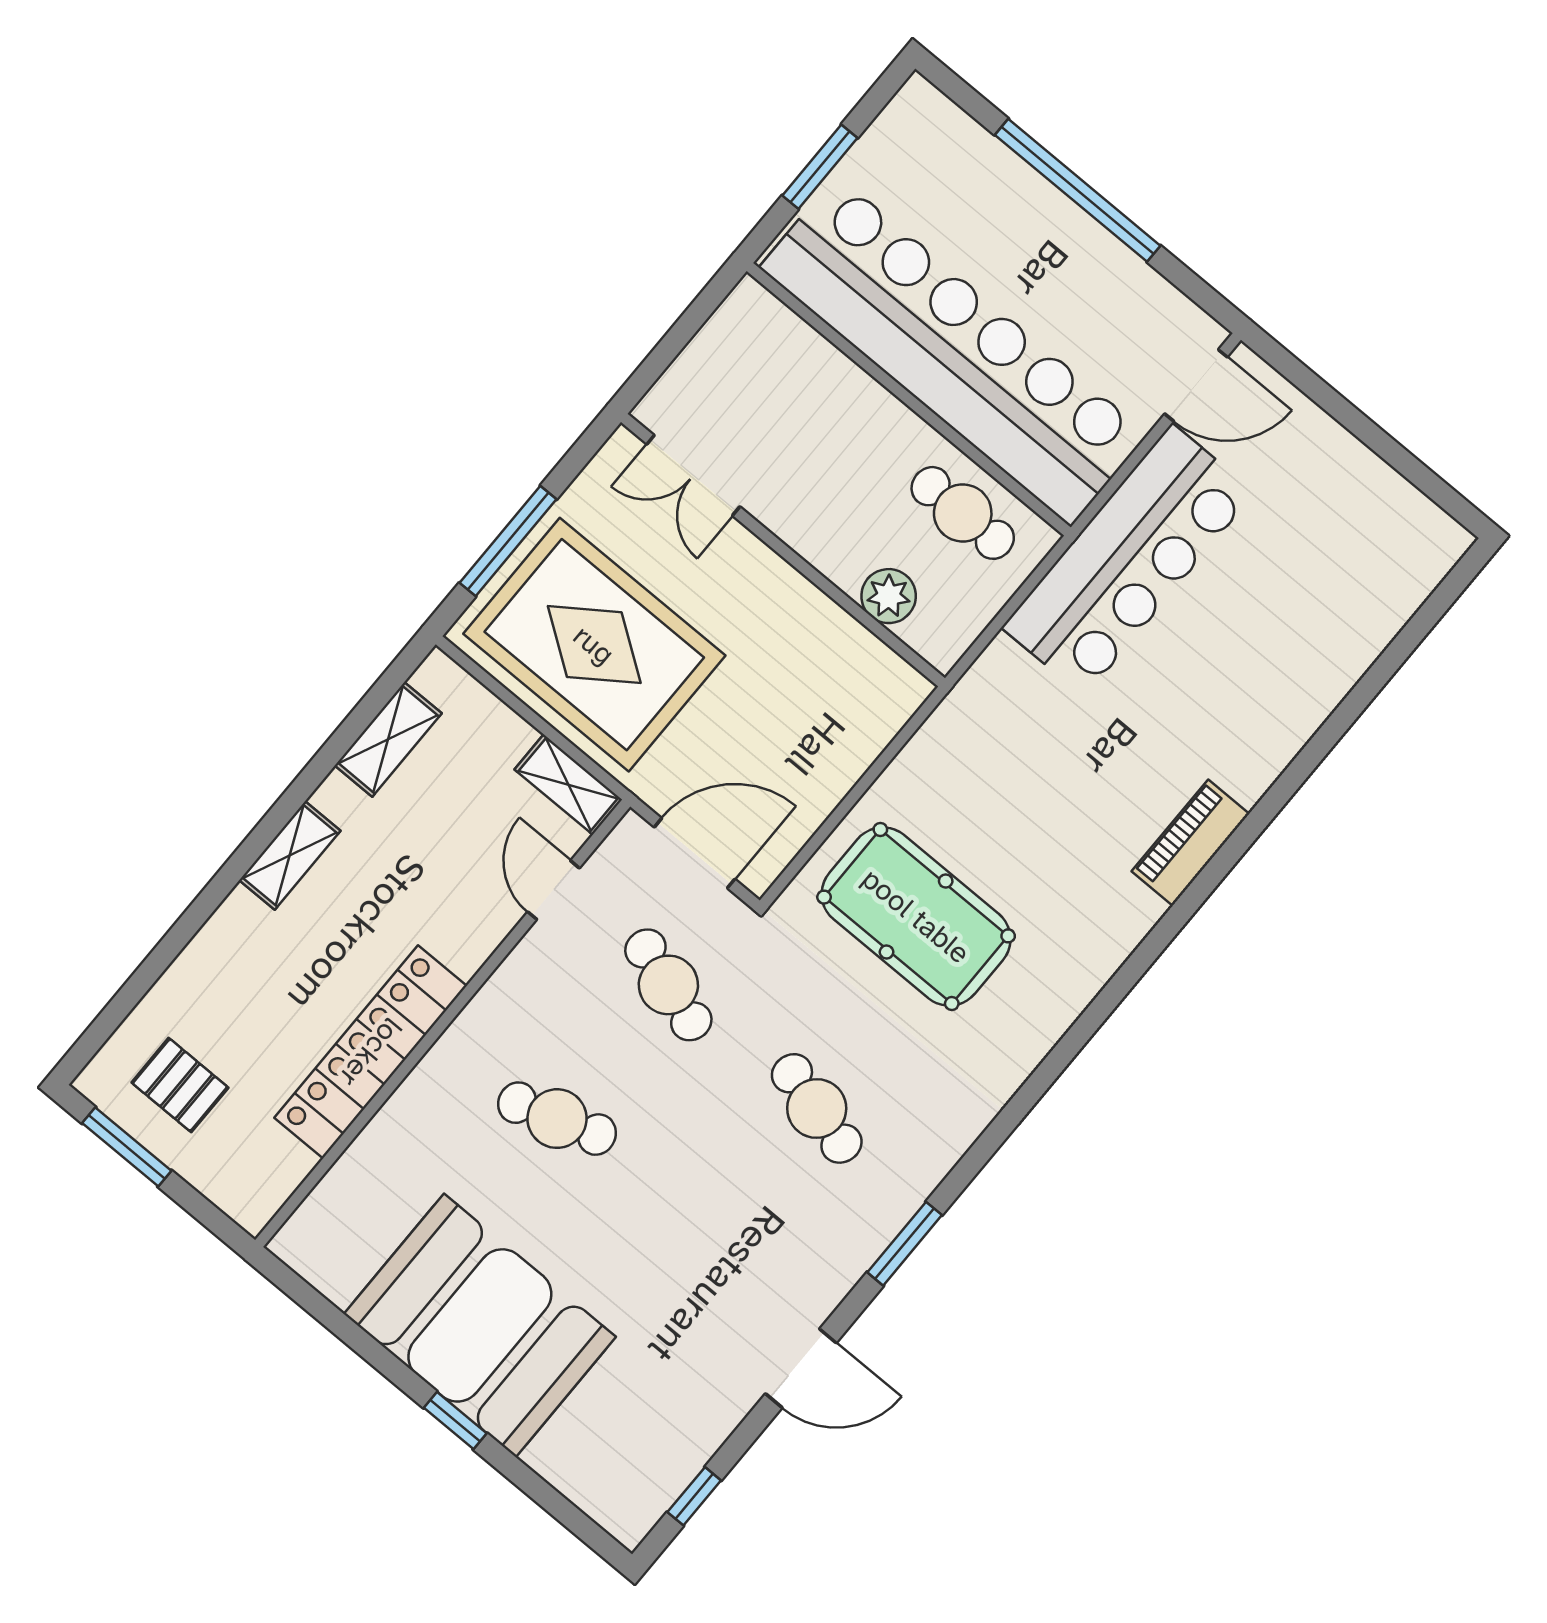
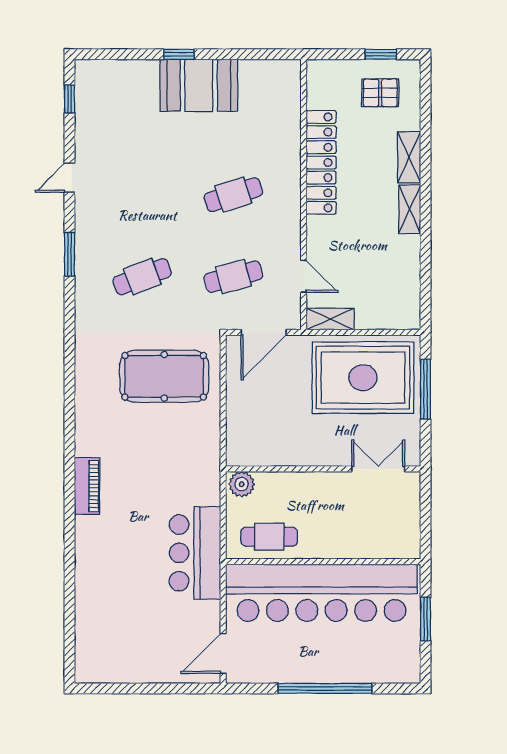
bar counter: (1128, 560) -> (195, 553), width x0.73
plant: (889, 596) -> (242, 484), moved
shelving: (388, 739) -> (409, 157), moved
cafe table: (668, 985) -> (233, 277), turned -33
cafe table: (817, 1108) -> (142, 277), turned -36
window: (127, 1147) -> (381, 54), width x0.67
booth: (480, 1325) -> (199, 85), width x0.73, depth x0.70
door: (801, 1368) -> (69, 178), width x0.73

